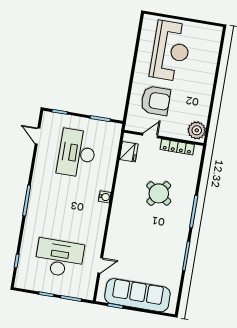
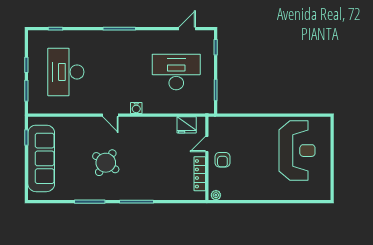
reception desk: (171, 51) -> (297, 151), turned -90
armchair: (156, 101) -> (222, 160), moved, width x0.53, depth x0.53
plant: (197, 130) -> (216, 195), width x0.53, depth x0.53
door: (150, 136) -> (207, 144), swing flipped
round table: (159, 193) -> (106, 163), moved
desk: (59, 258) -> (66, 72), turned 180
door: (100, 265) -> (110, 115), moved

